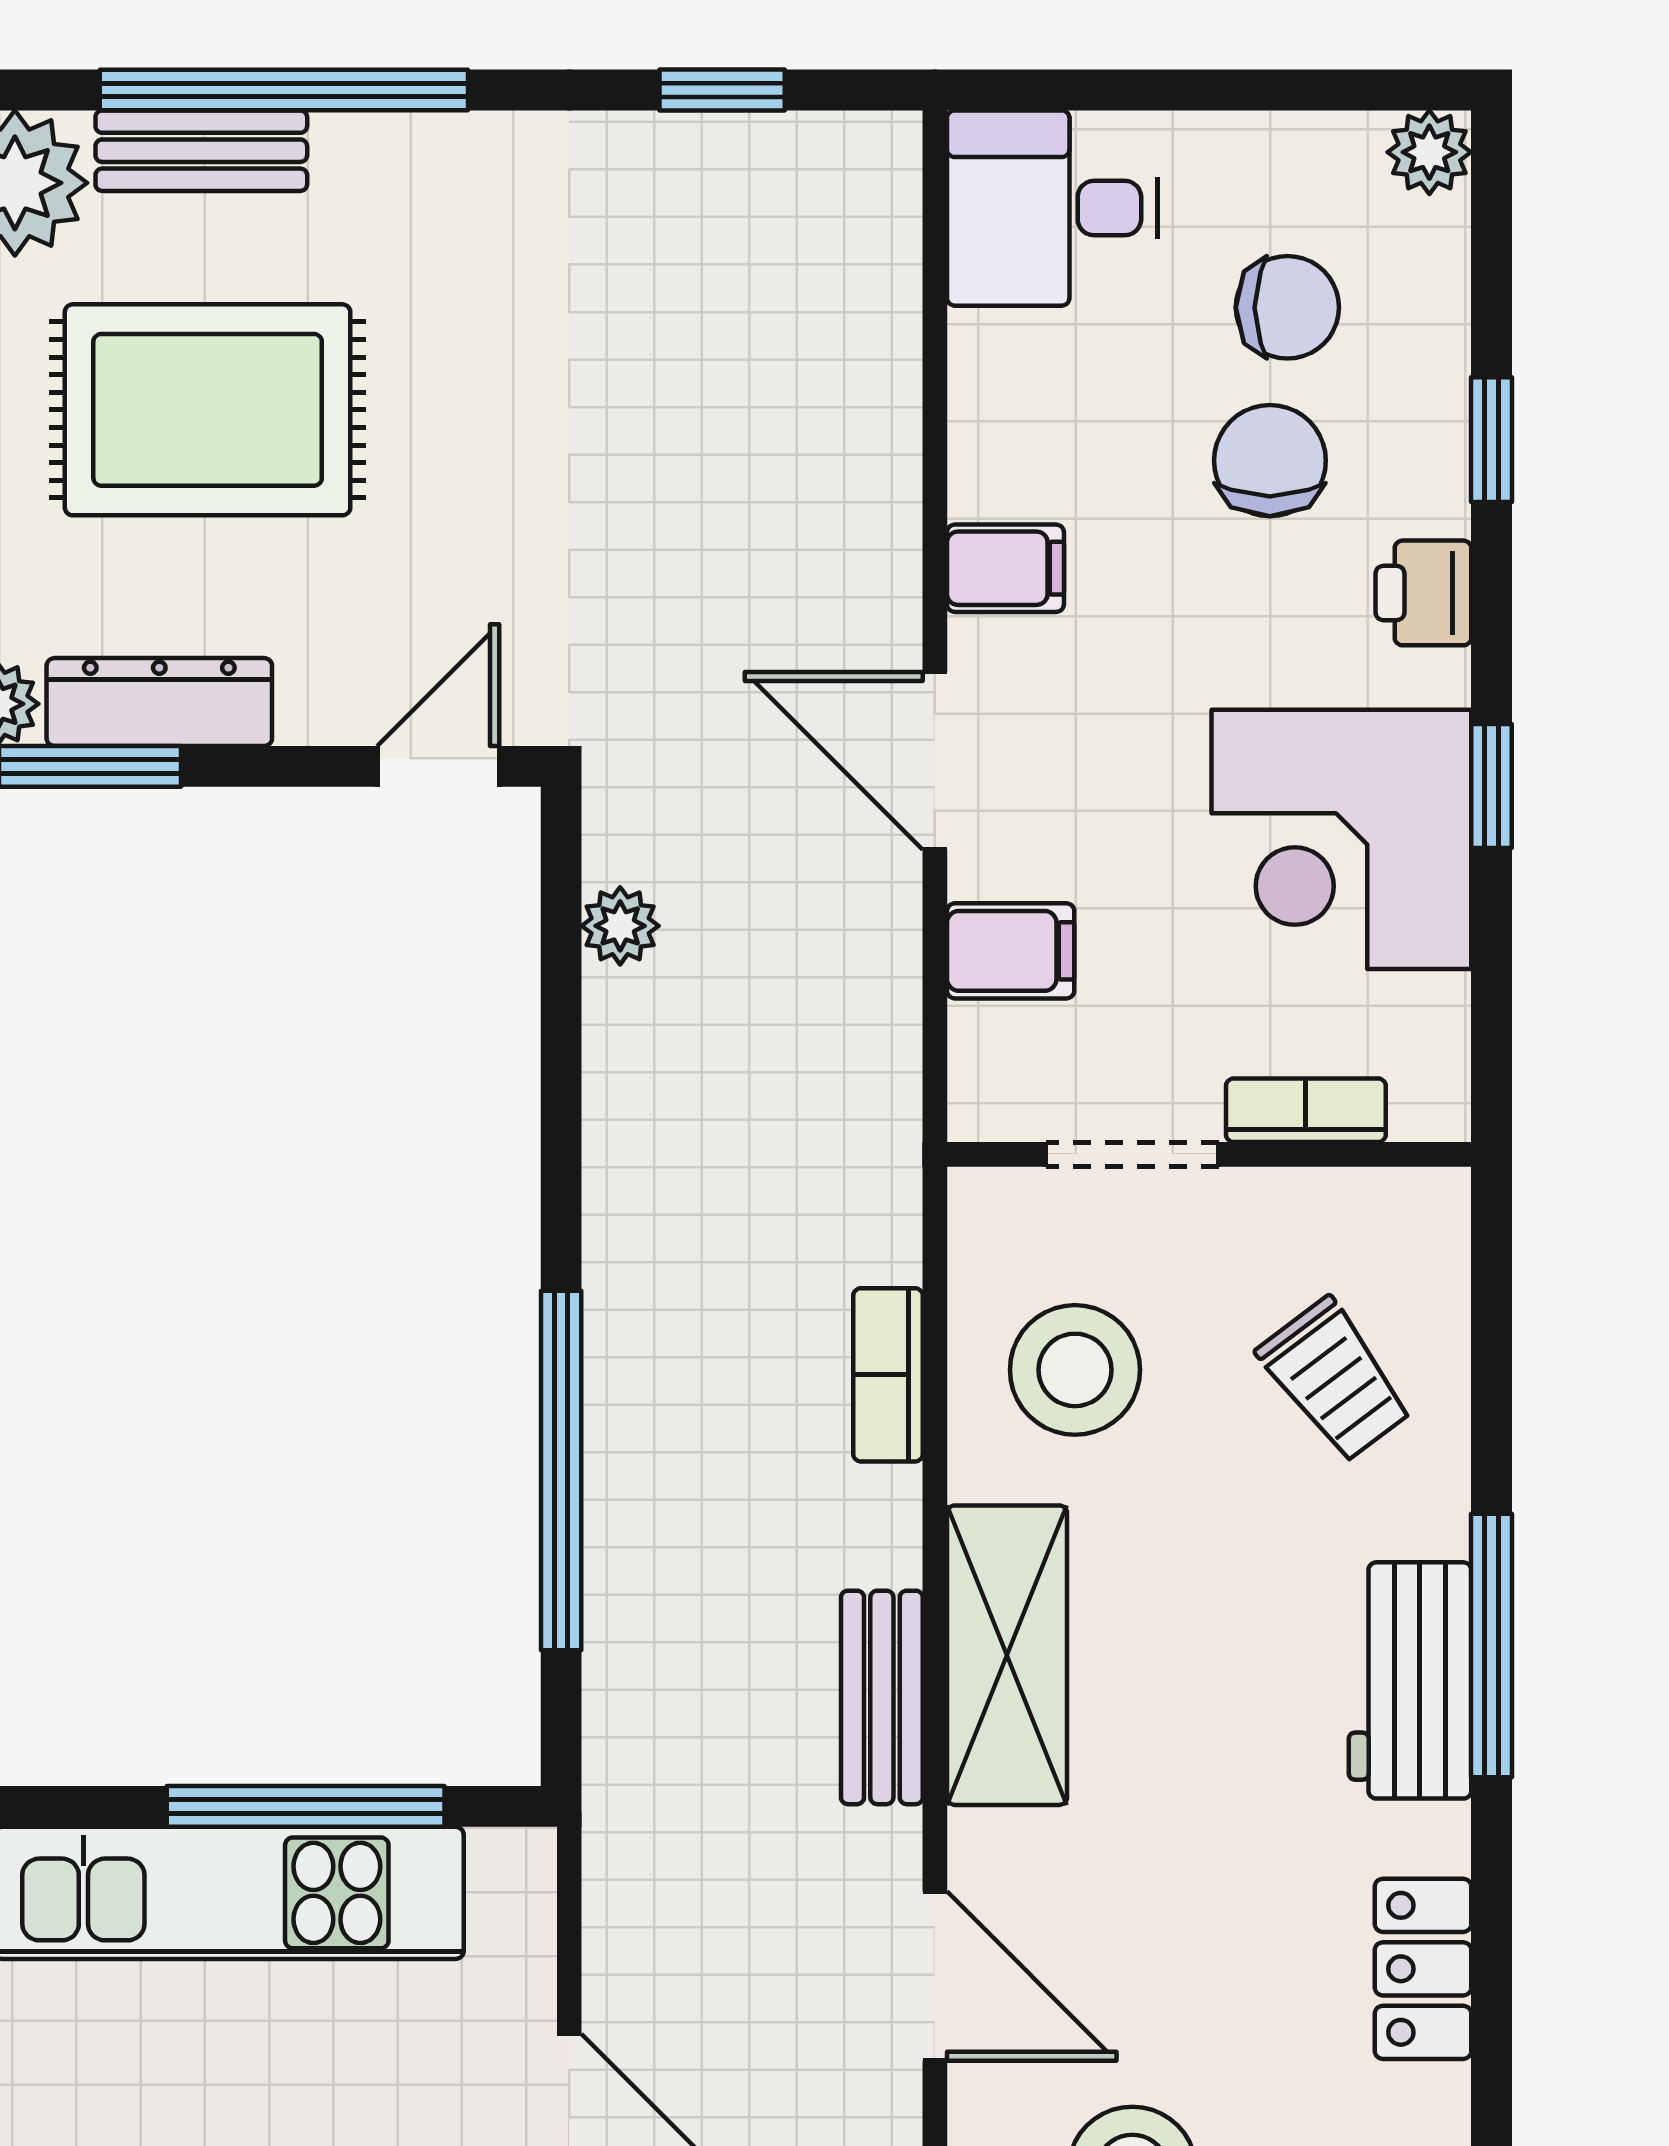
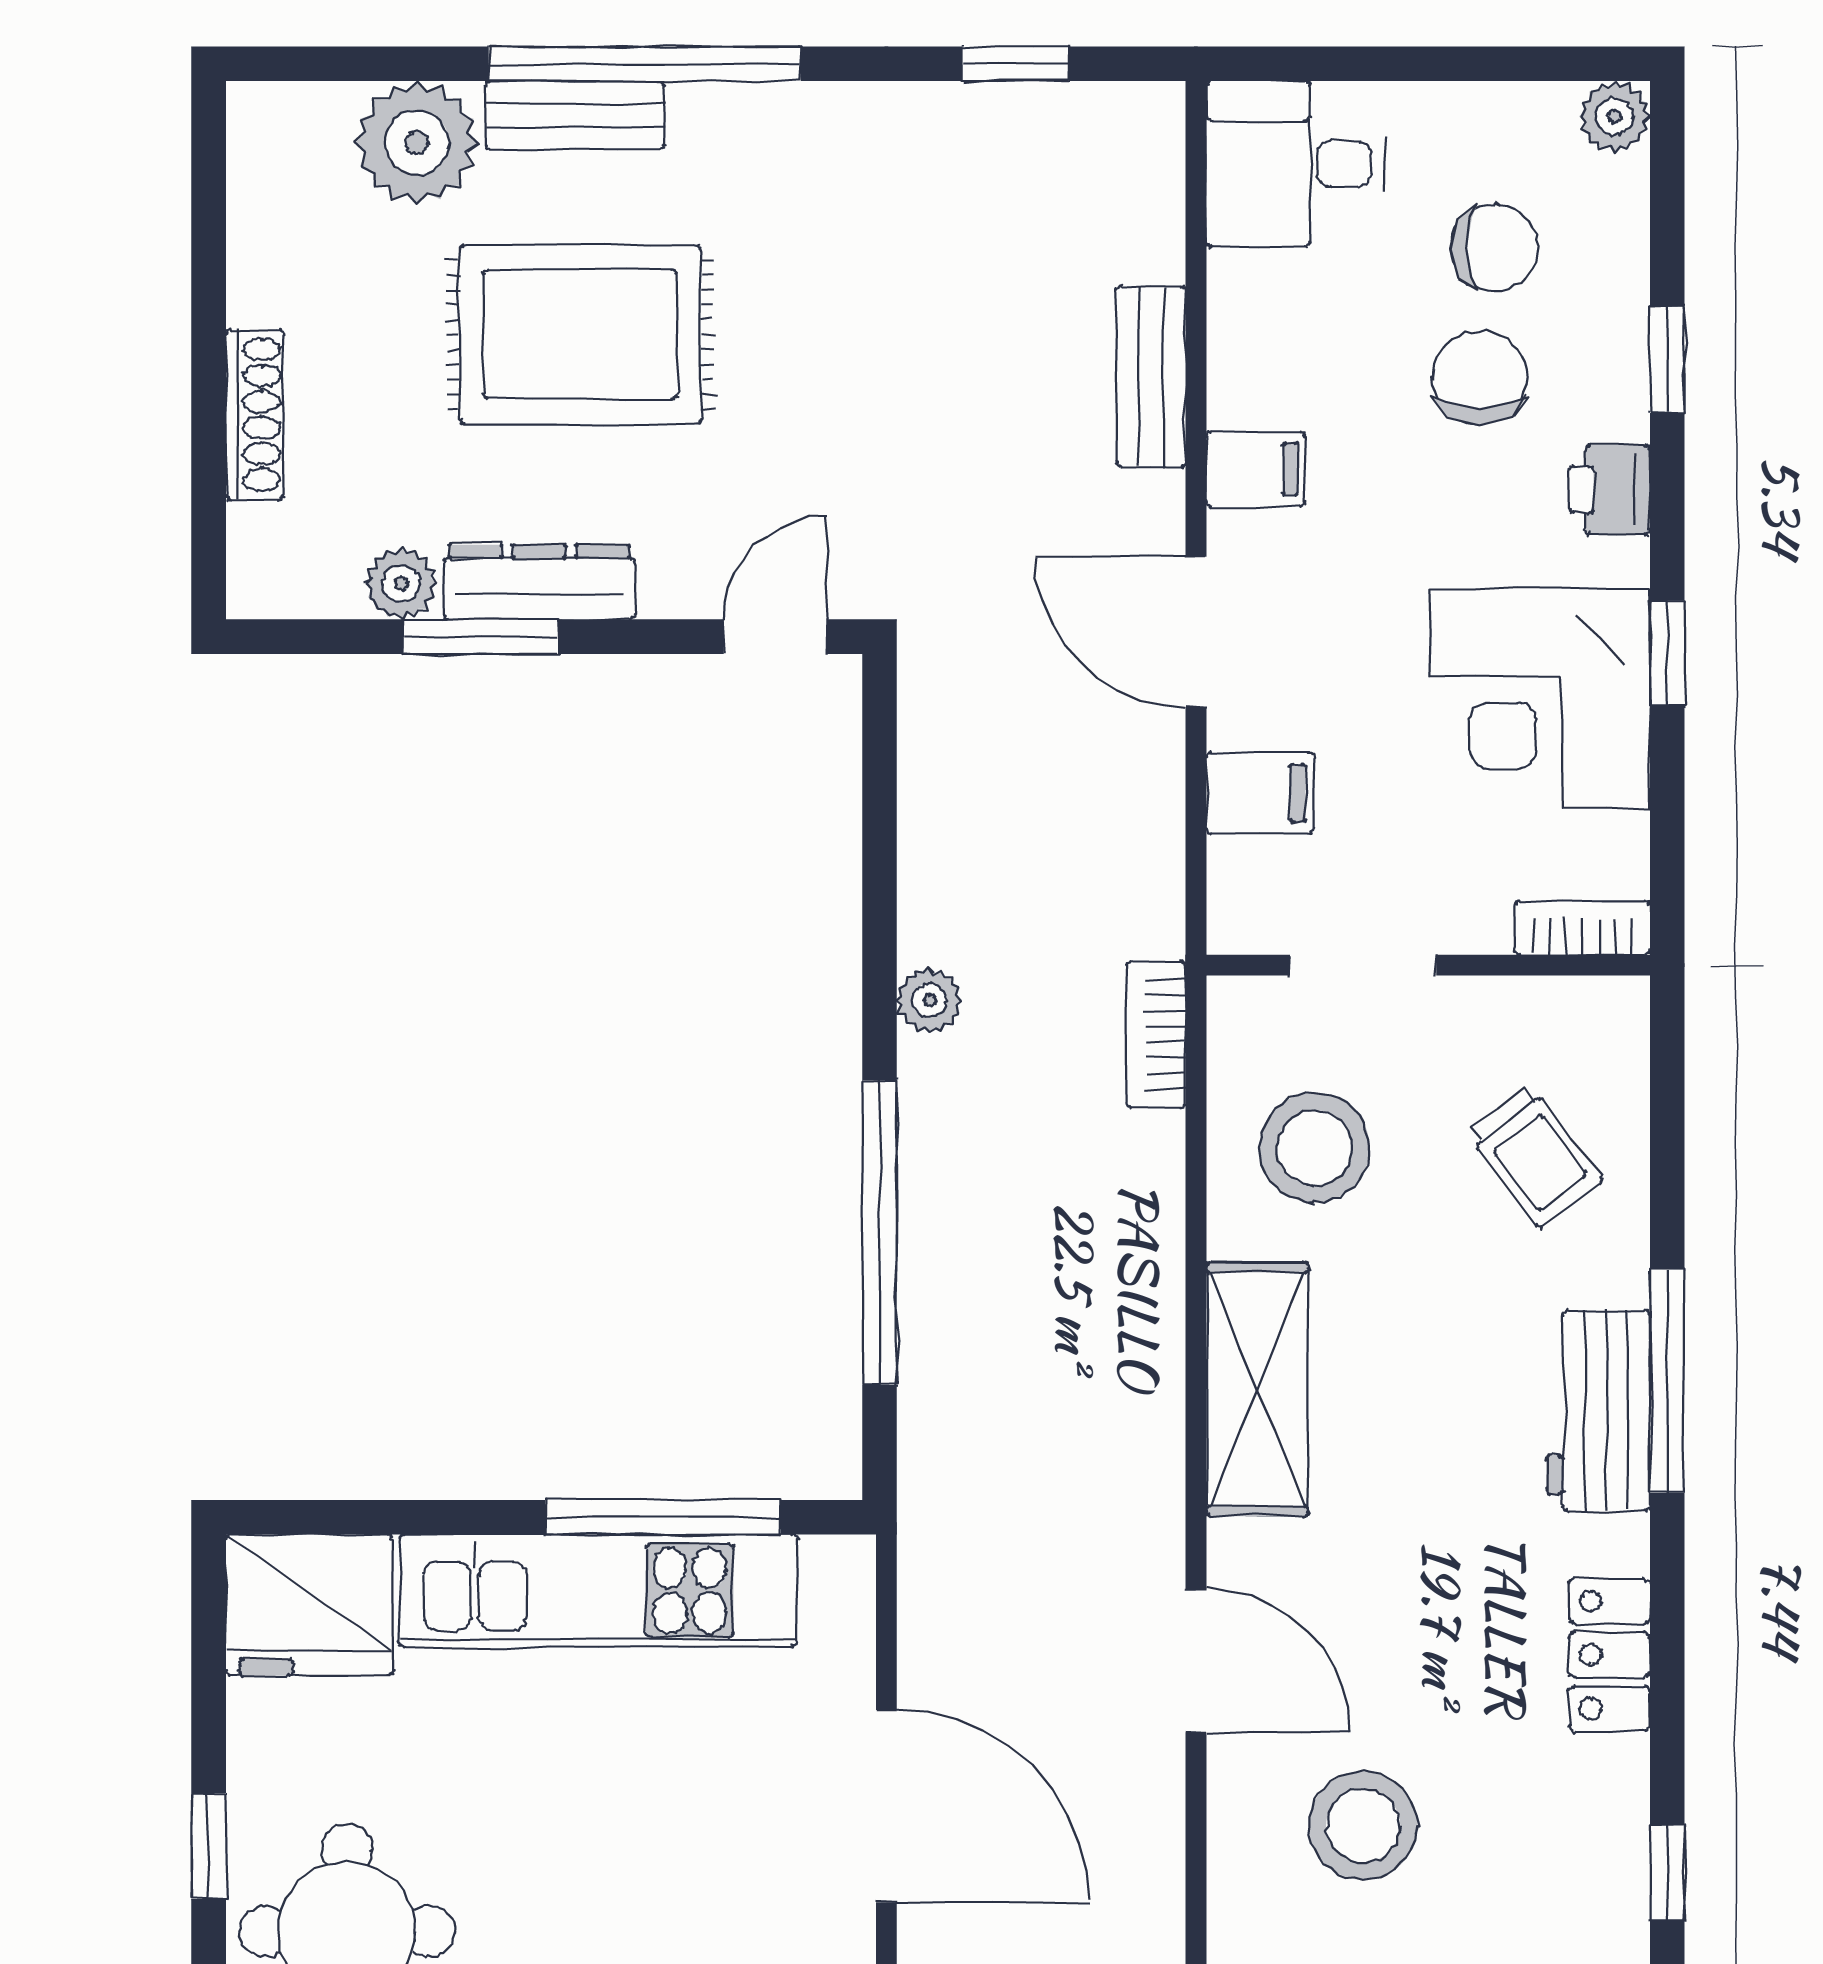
plant: (620, 926) -> (929, 1000), moved
bookcase: (1306, 1110) -> (1582, 928), moved
bookcase: (888, 1375) -> (1156, 1034), moved
bench: (882, 1697) -> (1151, 377), moved

